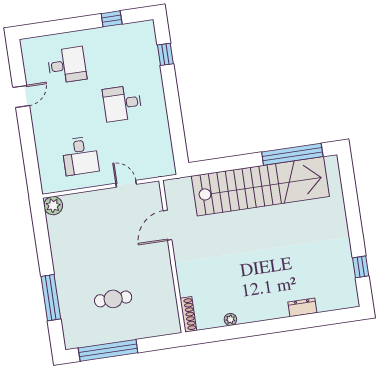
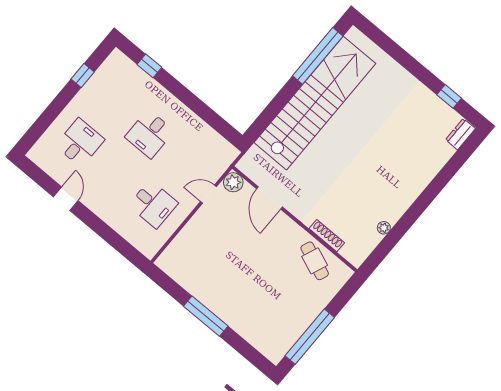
plant: (53, 206) -> (233, 182), moved
window: (51, 298) -> (206, 316), moved
cafe table: (113, 299) -> (315, 261), moved, turned -68
dresser: (302, 307) -> (460, 134), moved
shoe rack: (188, 314) -> (327, 236), moved

